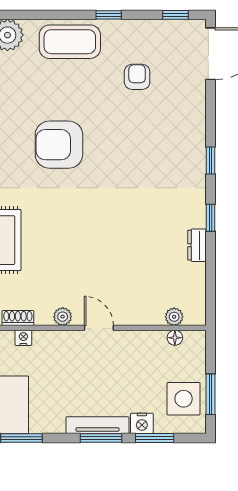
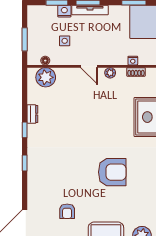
plant: (174, 317) -> (46, 77), width x1.87, depth x1.87
window: (211, 394) -> (25, 39), moved
side table: (184, 399) -> (65, 41), moved, width x0.54, depth x0.54

